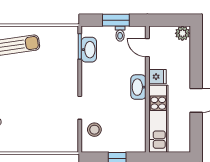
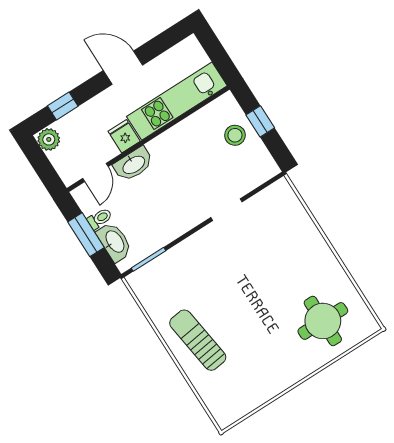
washbasin: (89, 50) -> (114, 242), moved, turned 90
window: (196, 53) -> (63, 106), added
washbasin: (138, 87) -> (133, 164), moved
stool: (94, 130) -> (235, 135), moved

